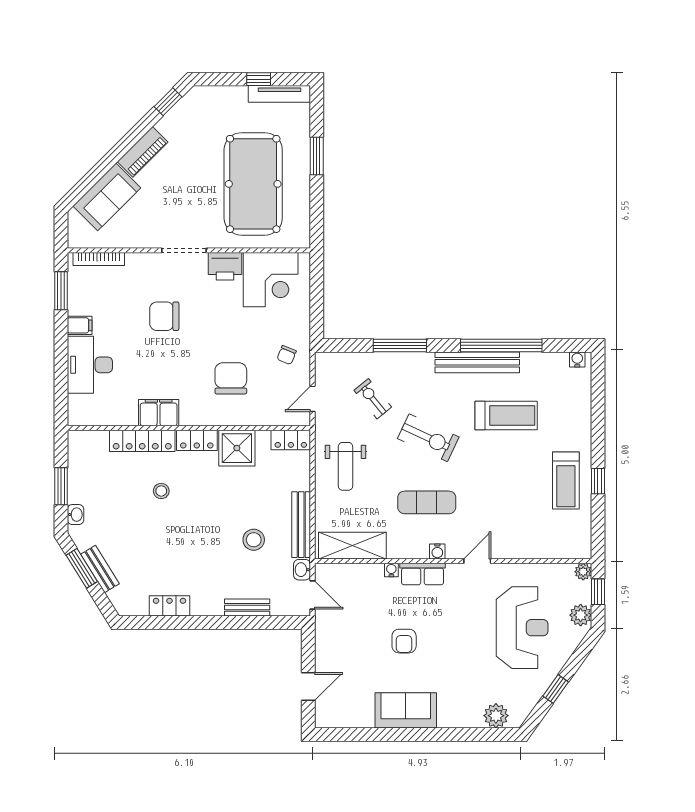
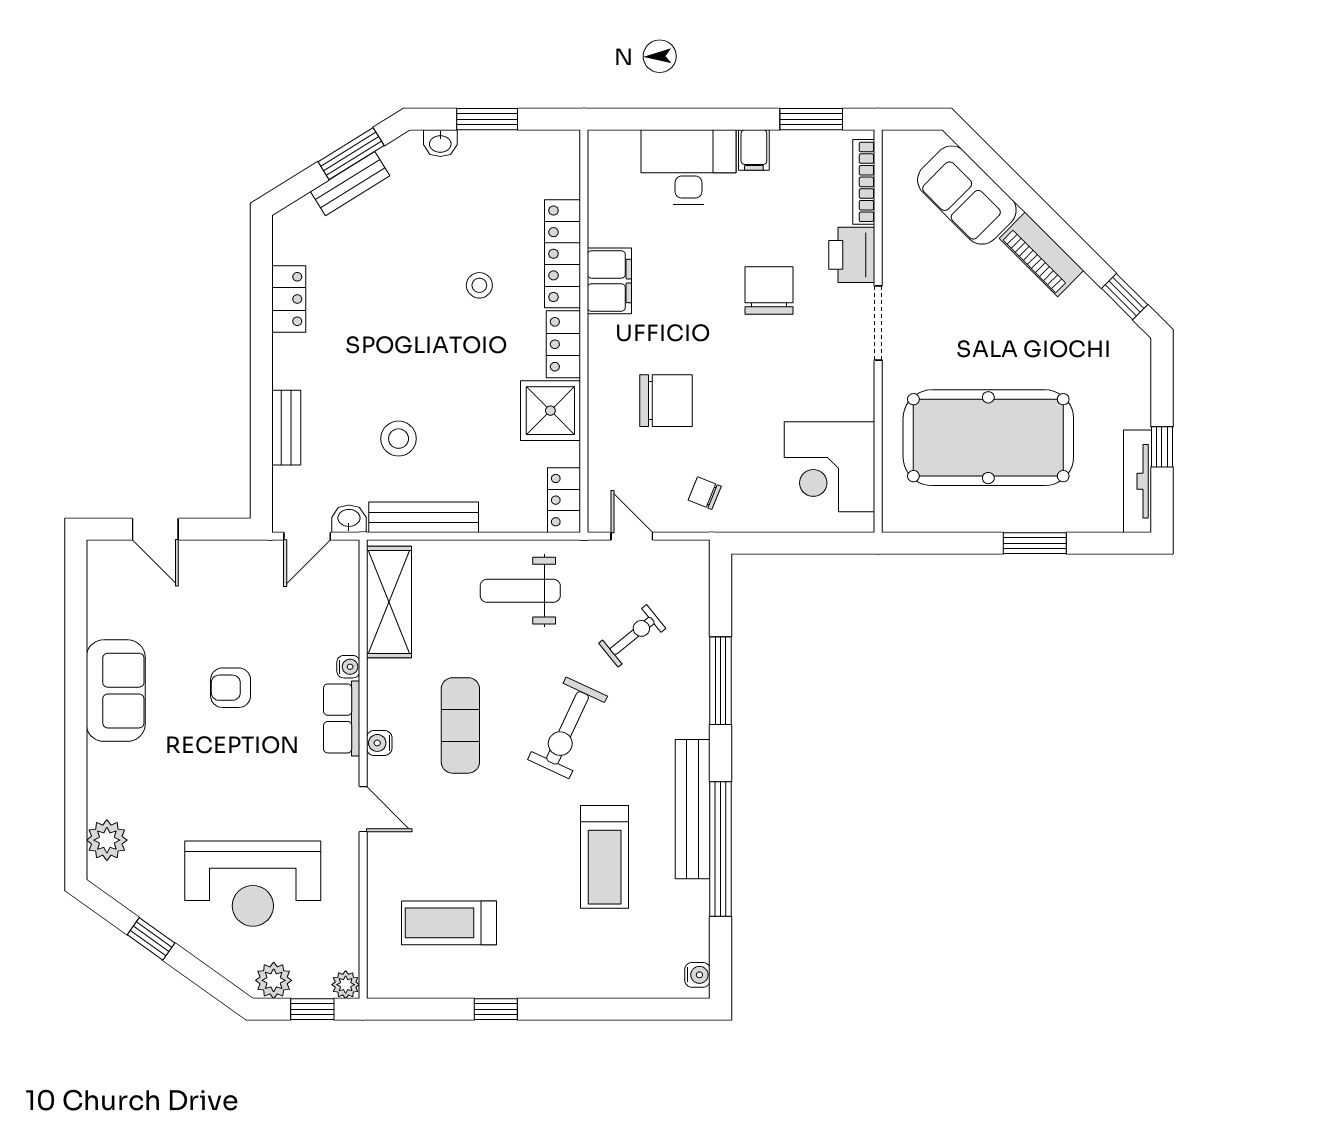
printer: (225, 266) -> (852, 255), moved
treadmill: (566, 481) -> (449, 923), moved

